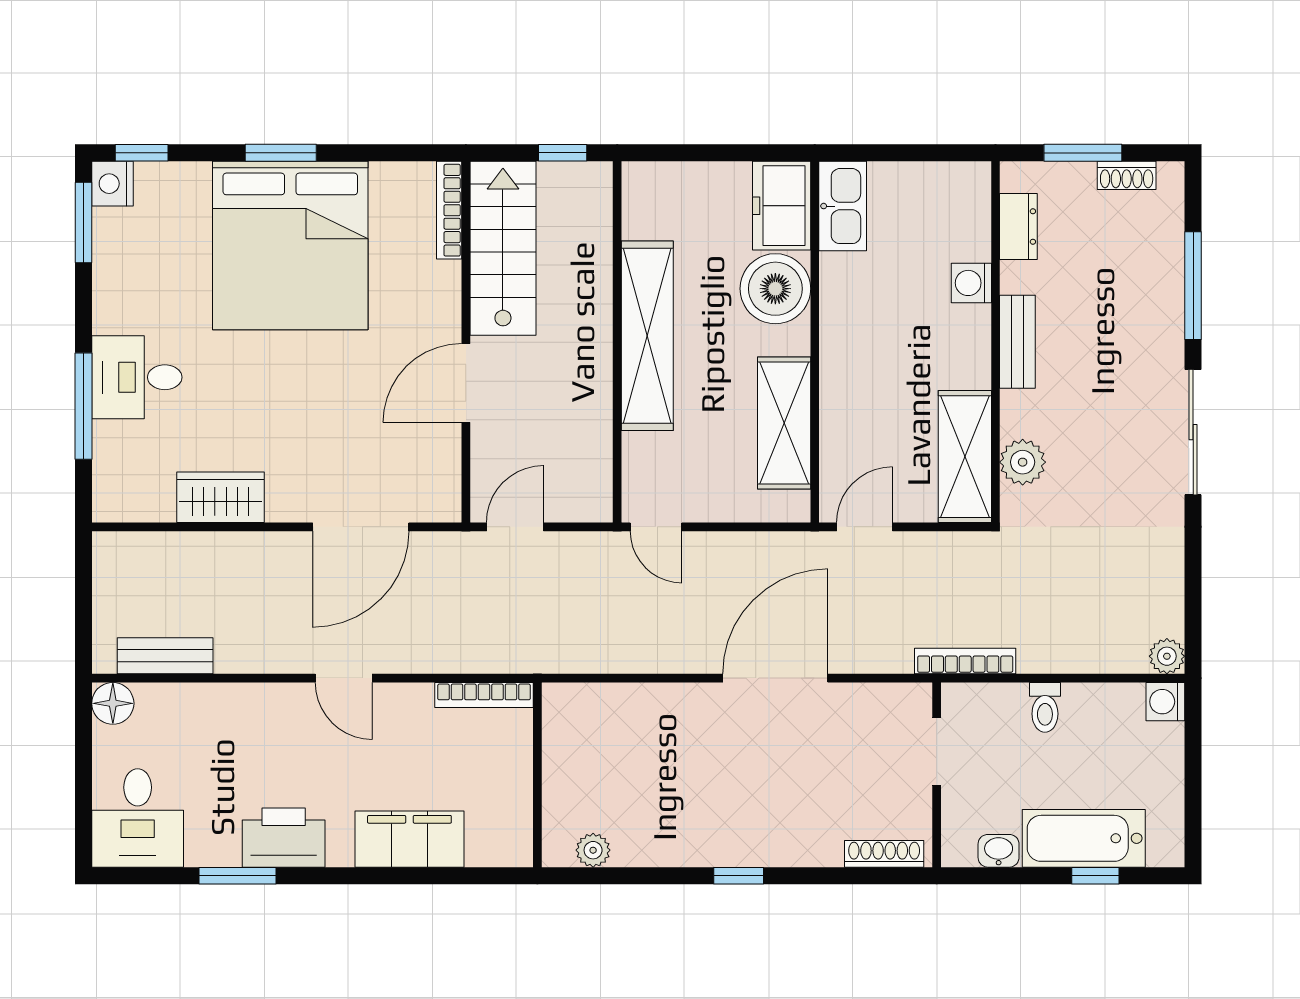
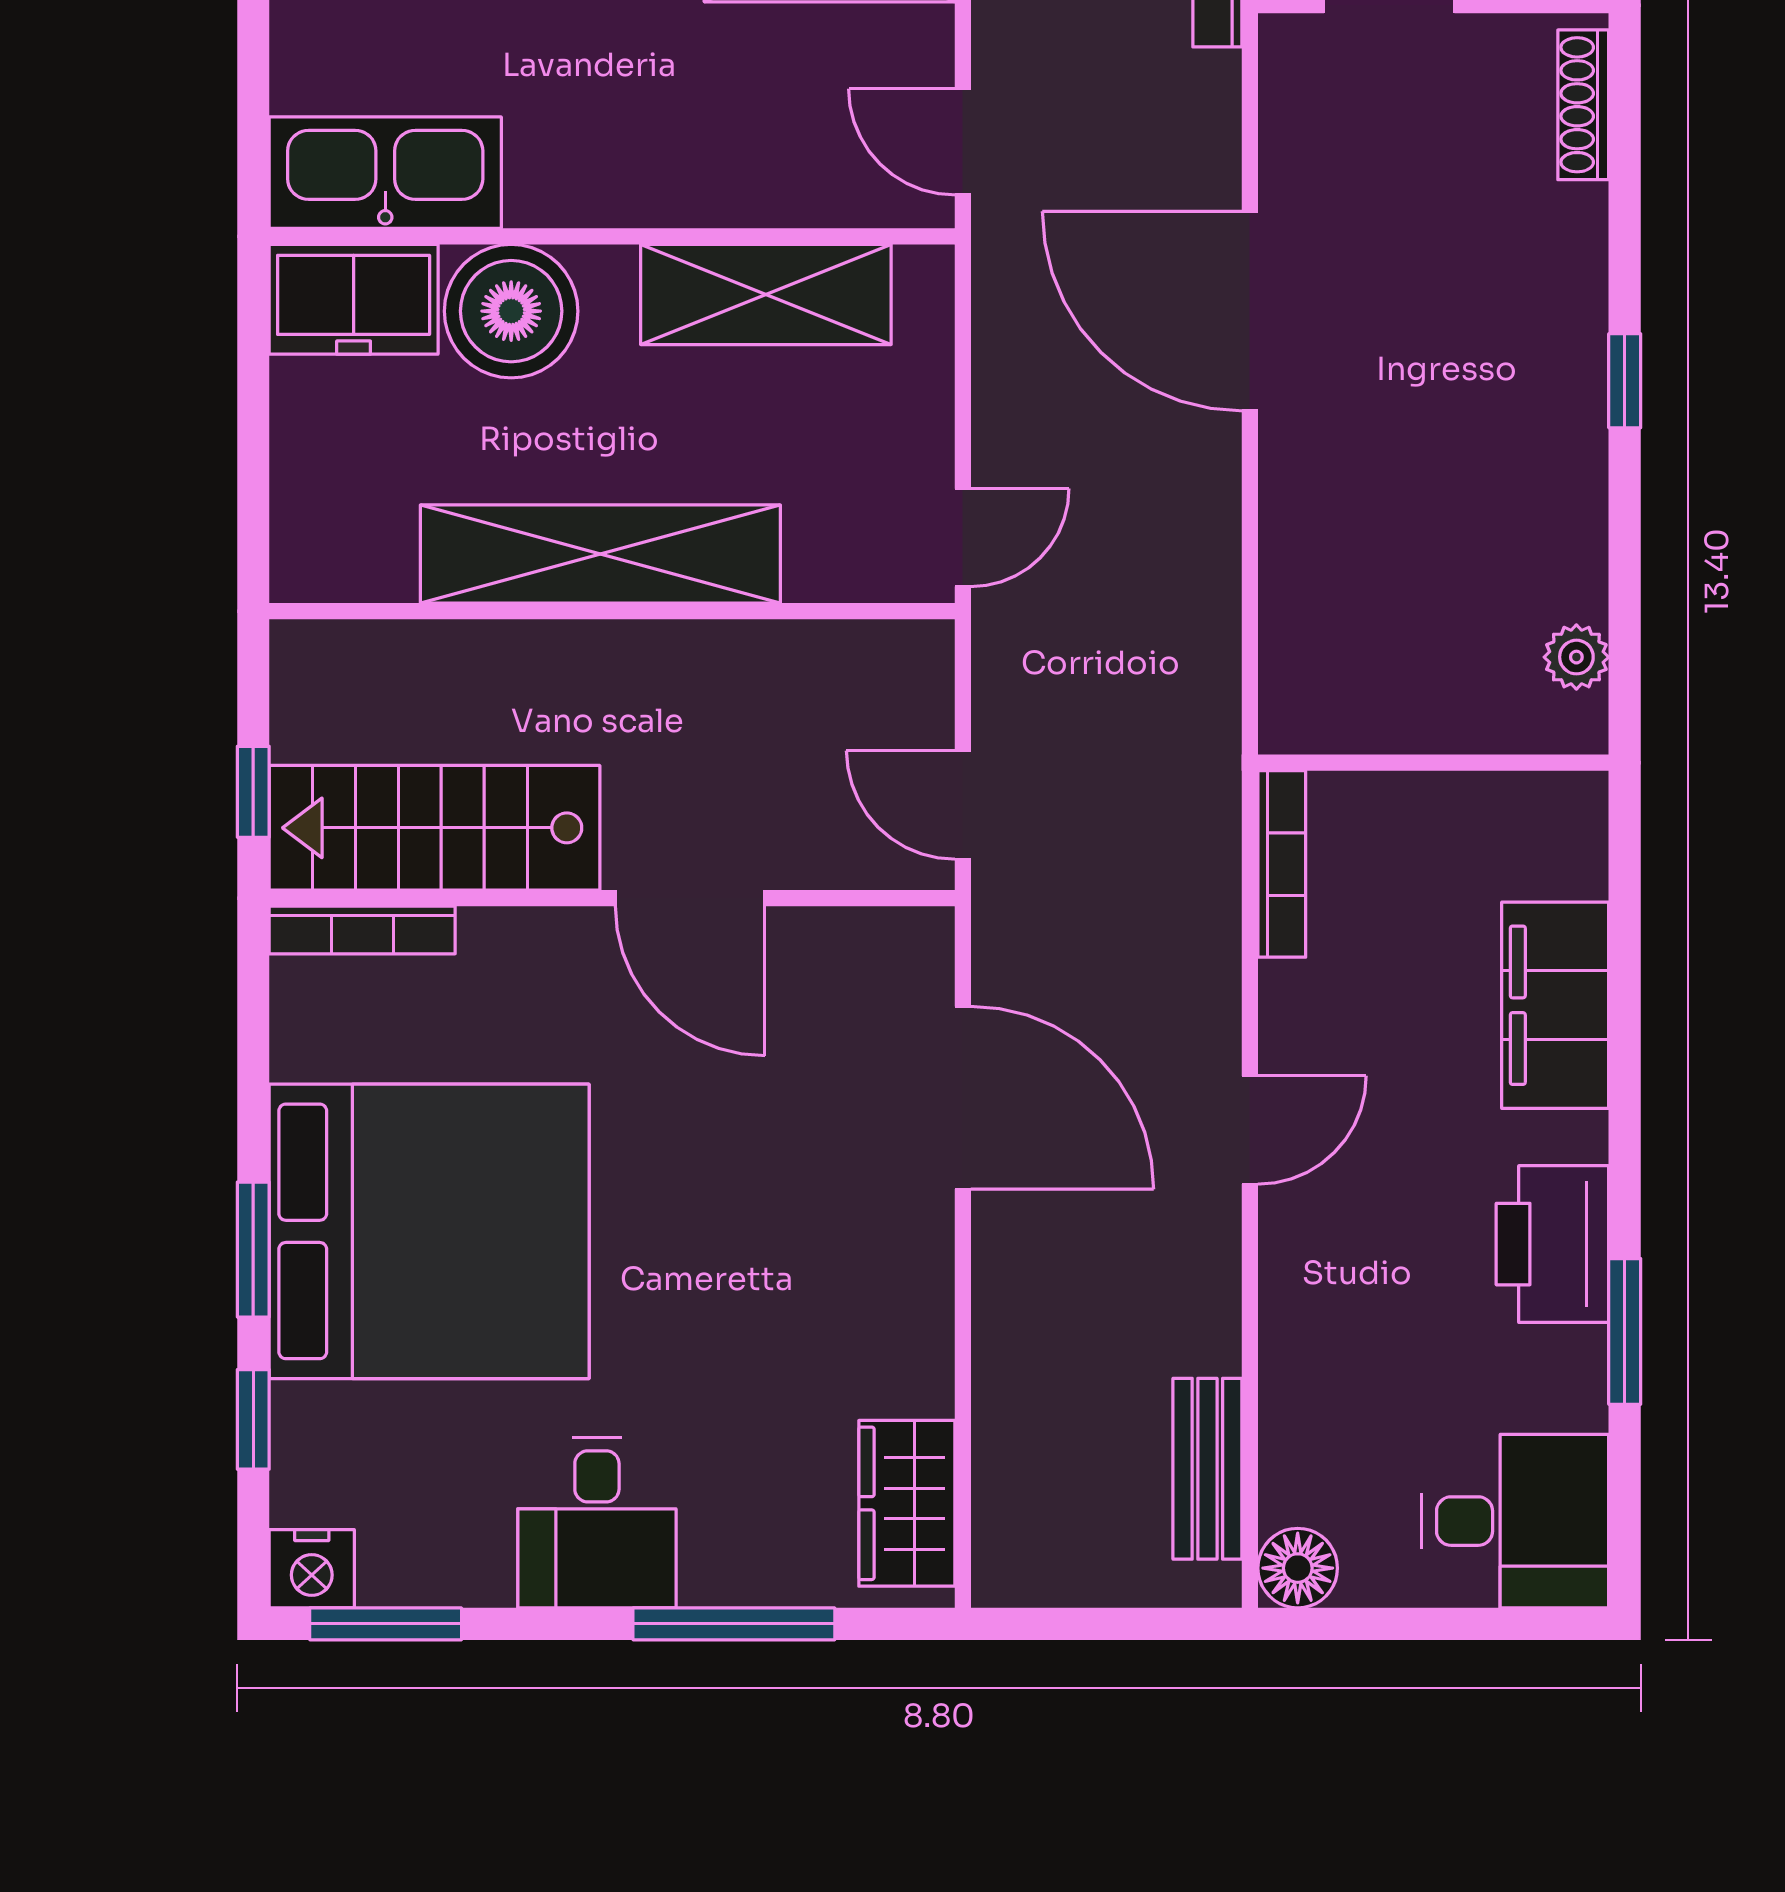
window: (142, 153) -> (253, 1419), moved
window: (563, 153) -> (253, 792), moved
kitchen sink: (843, 206) -> (385, 173), width x1.36, depth x1.24
desk: (137, 377) -> (597, 1522), moved
wardrobe: (220, 497) -> (907, 1503), moved

